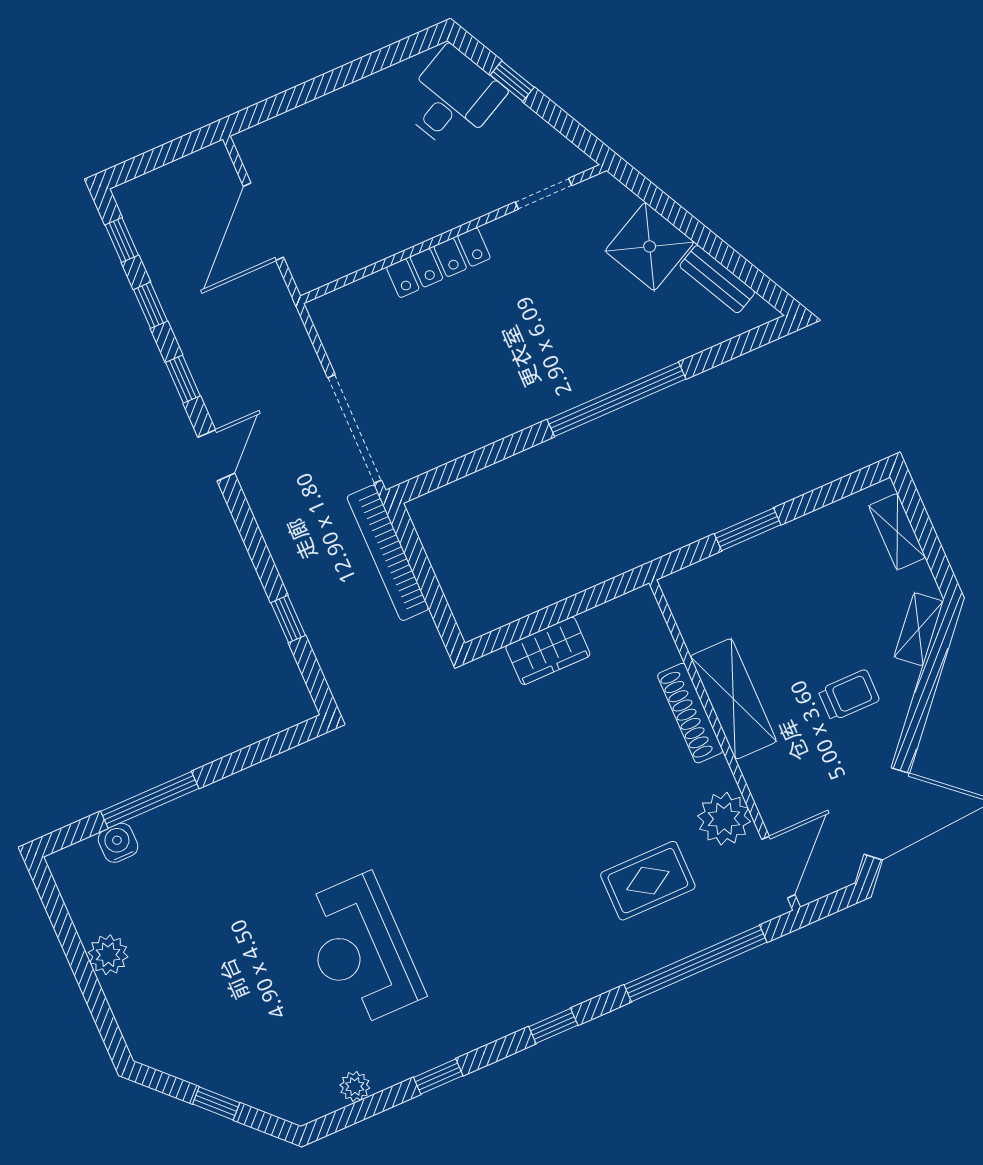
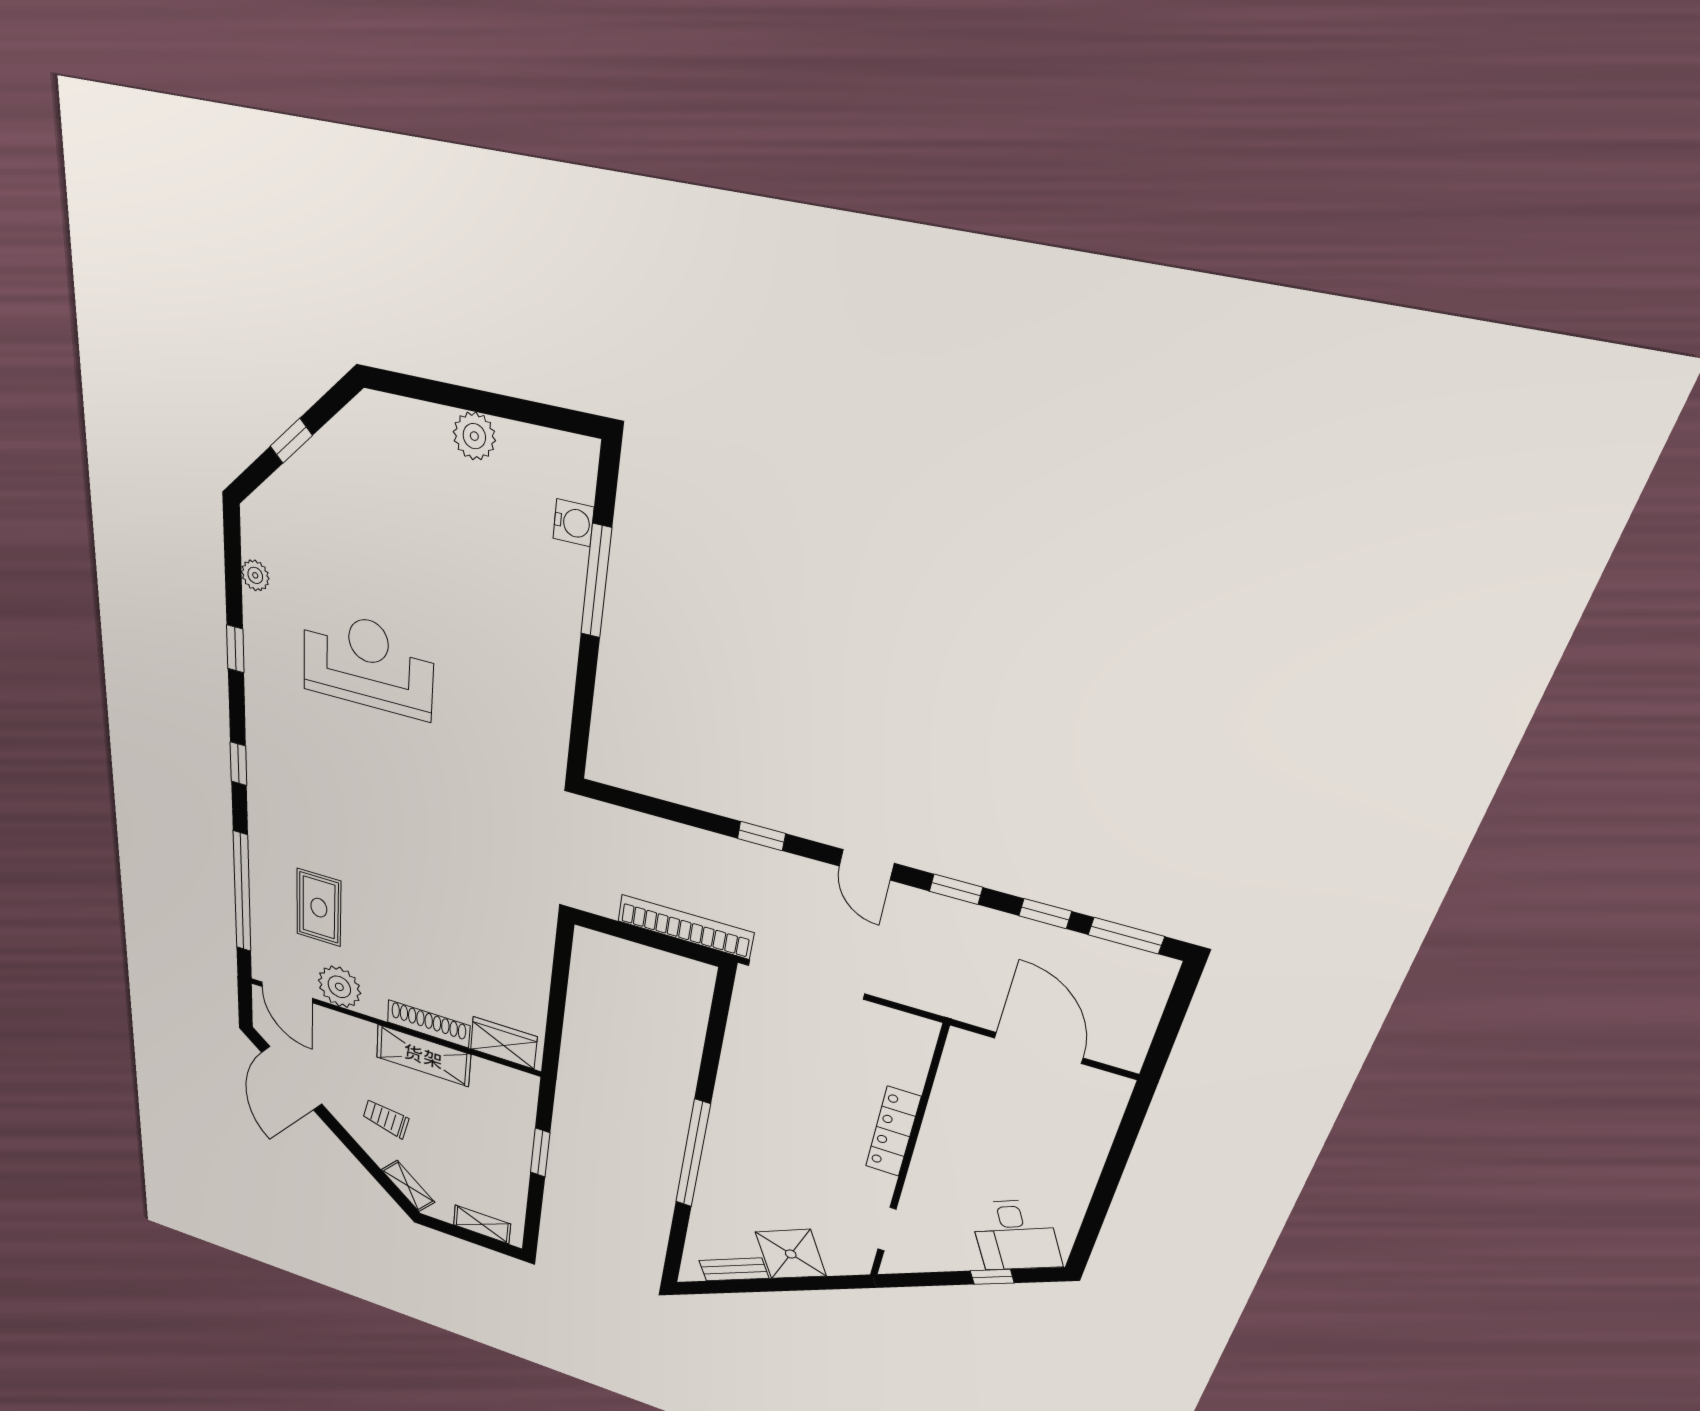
window: (122, 240) -> (1126, 936), width x1.50
window: (288, 619) -> (761, 836), moved
wardrobe: (548, 651) -> (504, 1043), moved, turned 90
trolley: (849, 695) -> (386, 1119), turned 102

